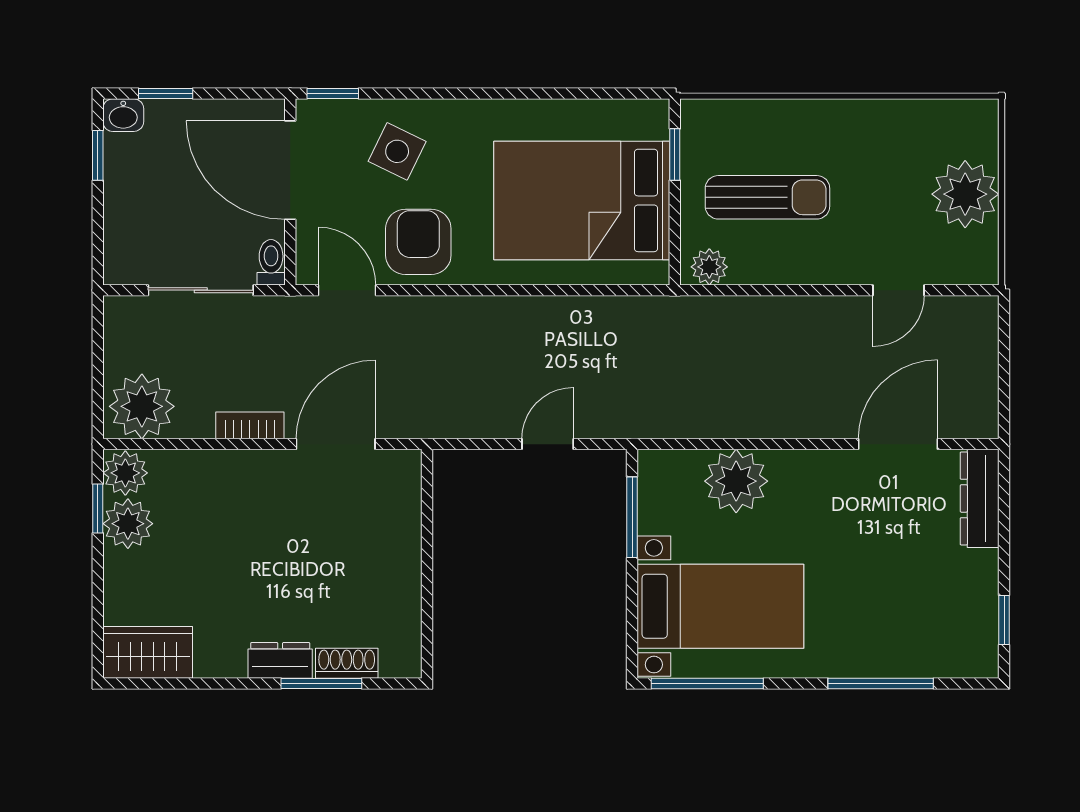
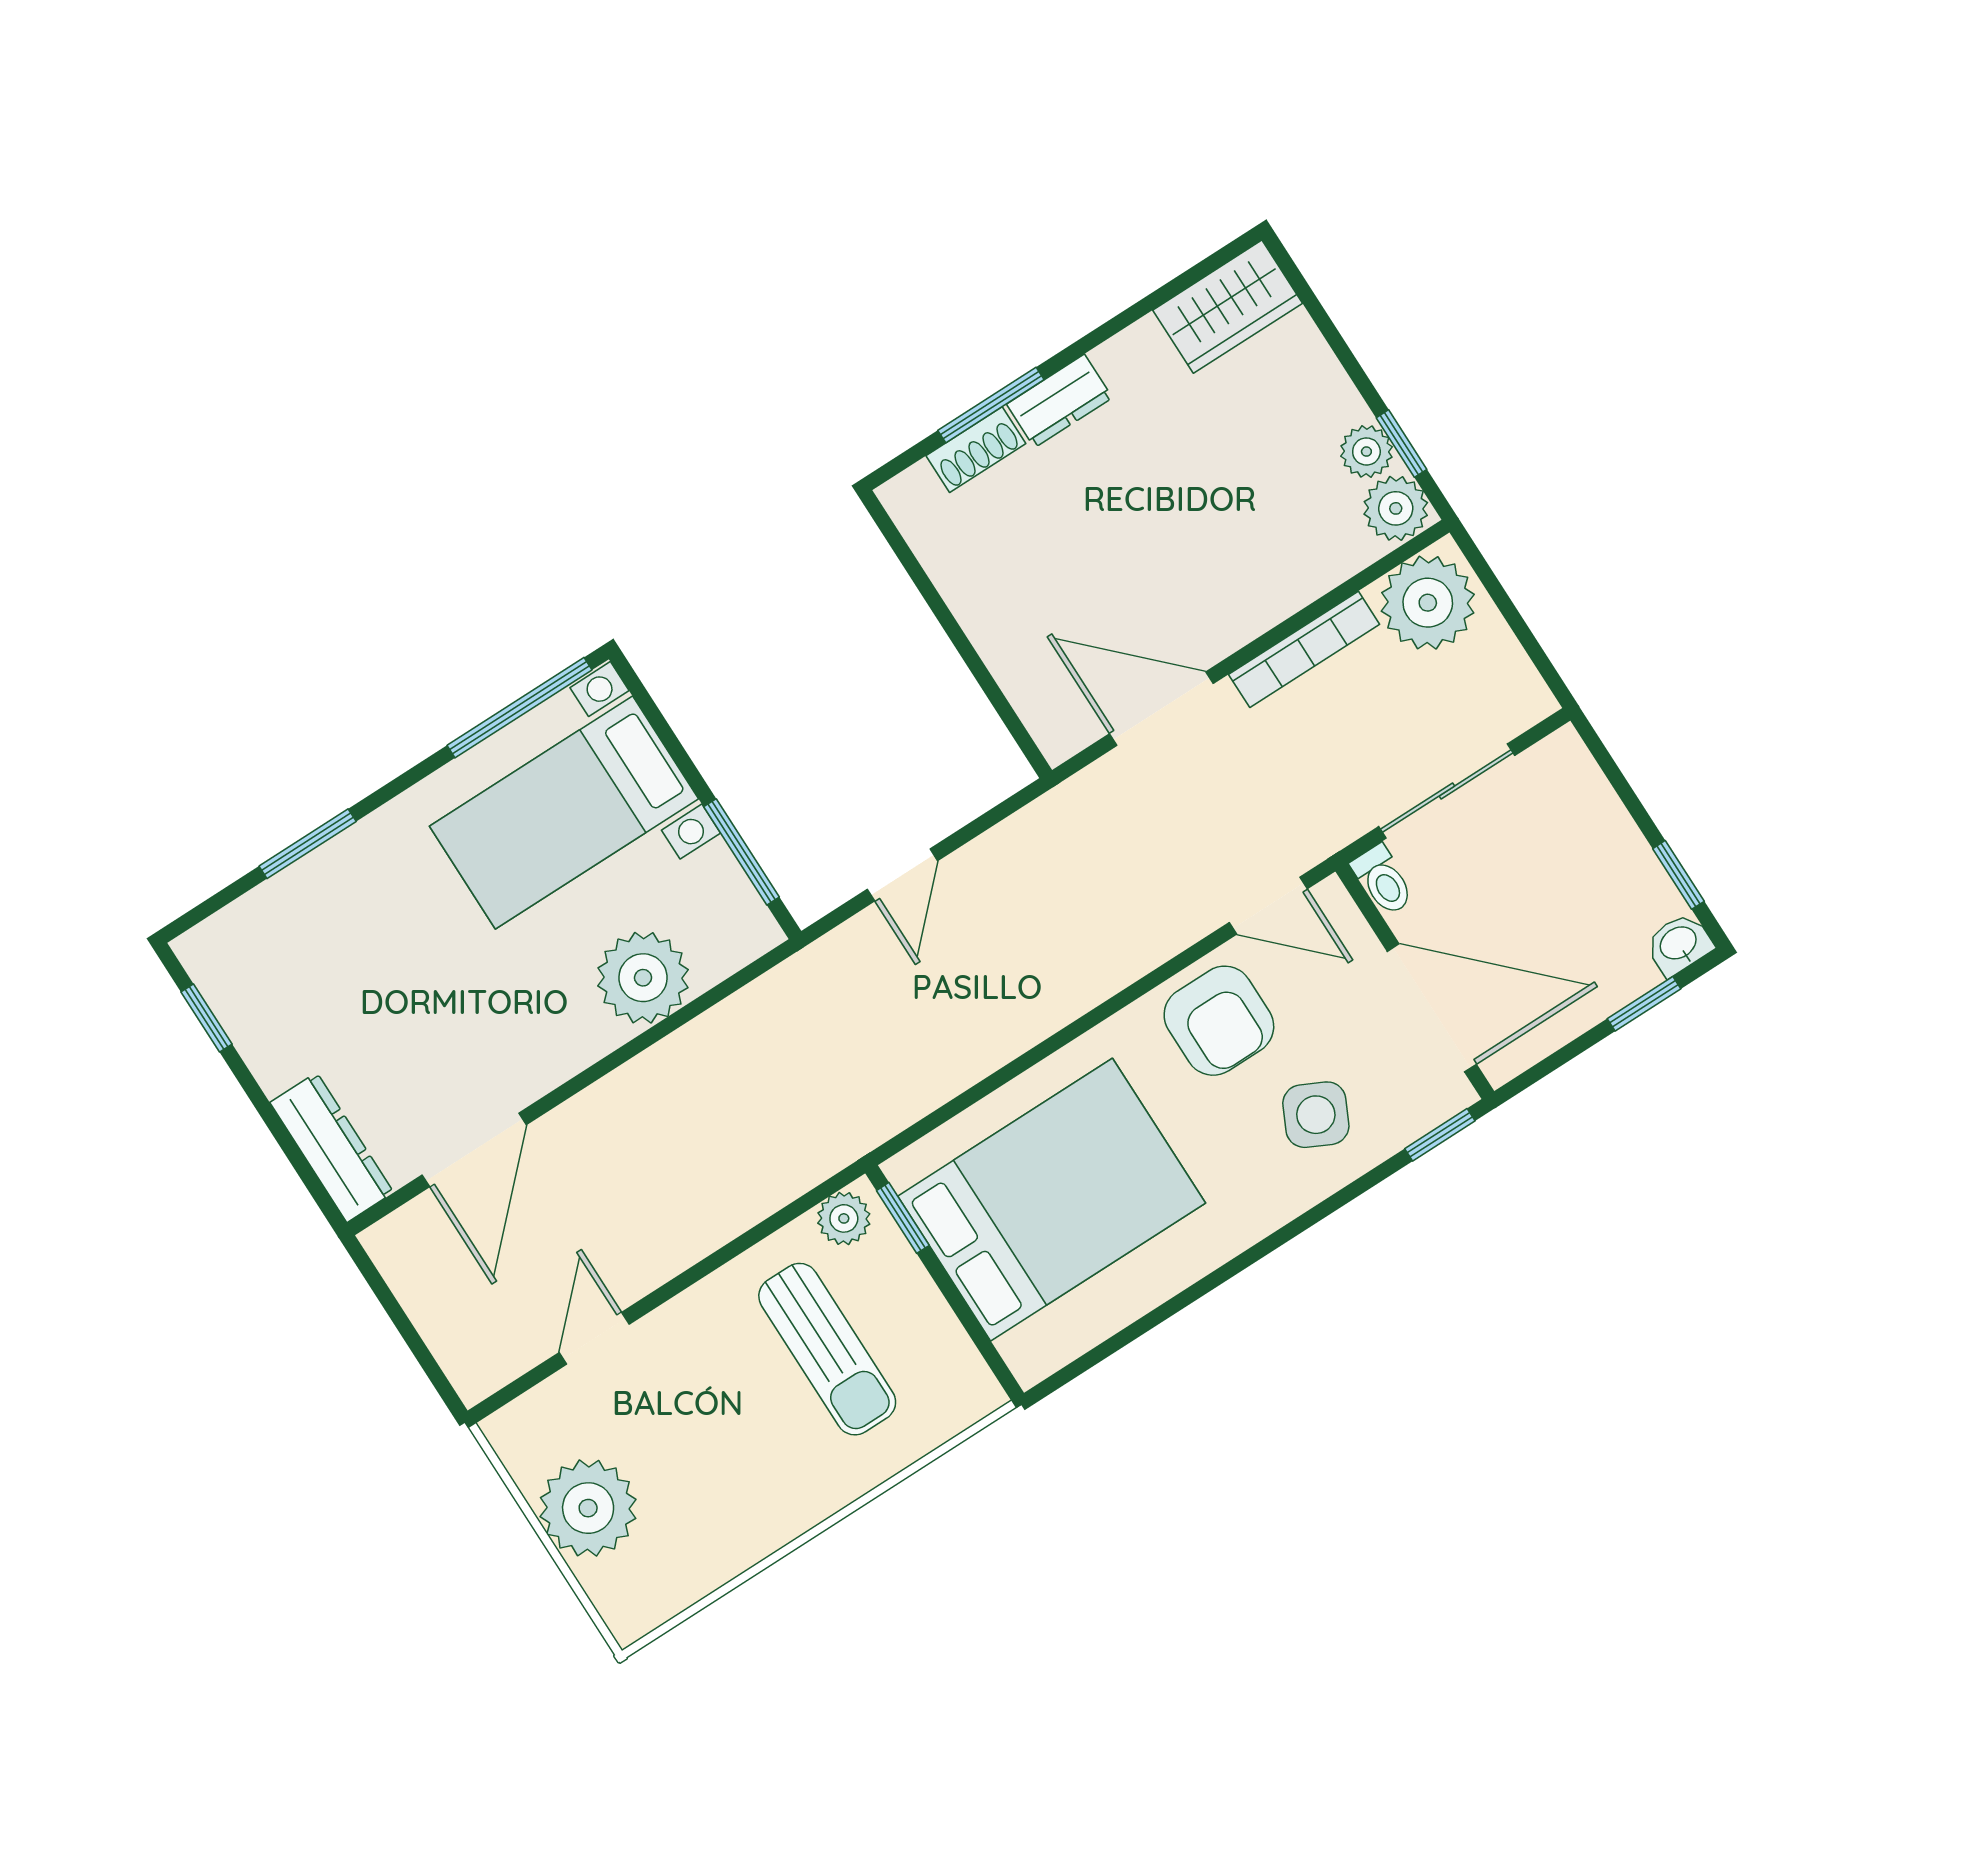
window: (675, 155) -> (903, 1218), moved
sun lounger: (767, 197) -> (827, 1349), turned -90
bookcase: (250, 425) -> (1304, 649), width x1.56
door: (336, 444) -> (1161, 709), swing flipped
plant: (128, 524) -> (1366, 452), width x0.73, depth x0.73
window: (881, 683) -> (308, 844), width x0.69

